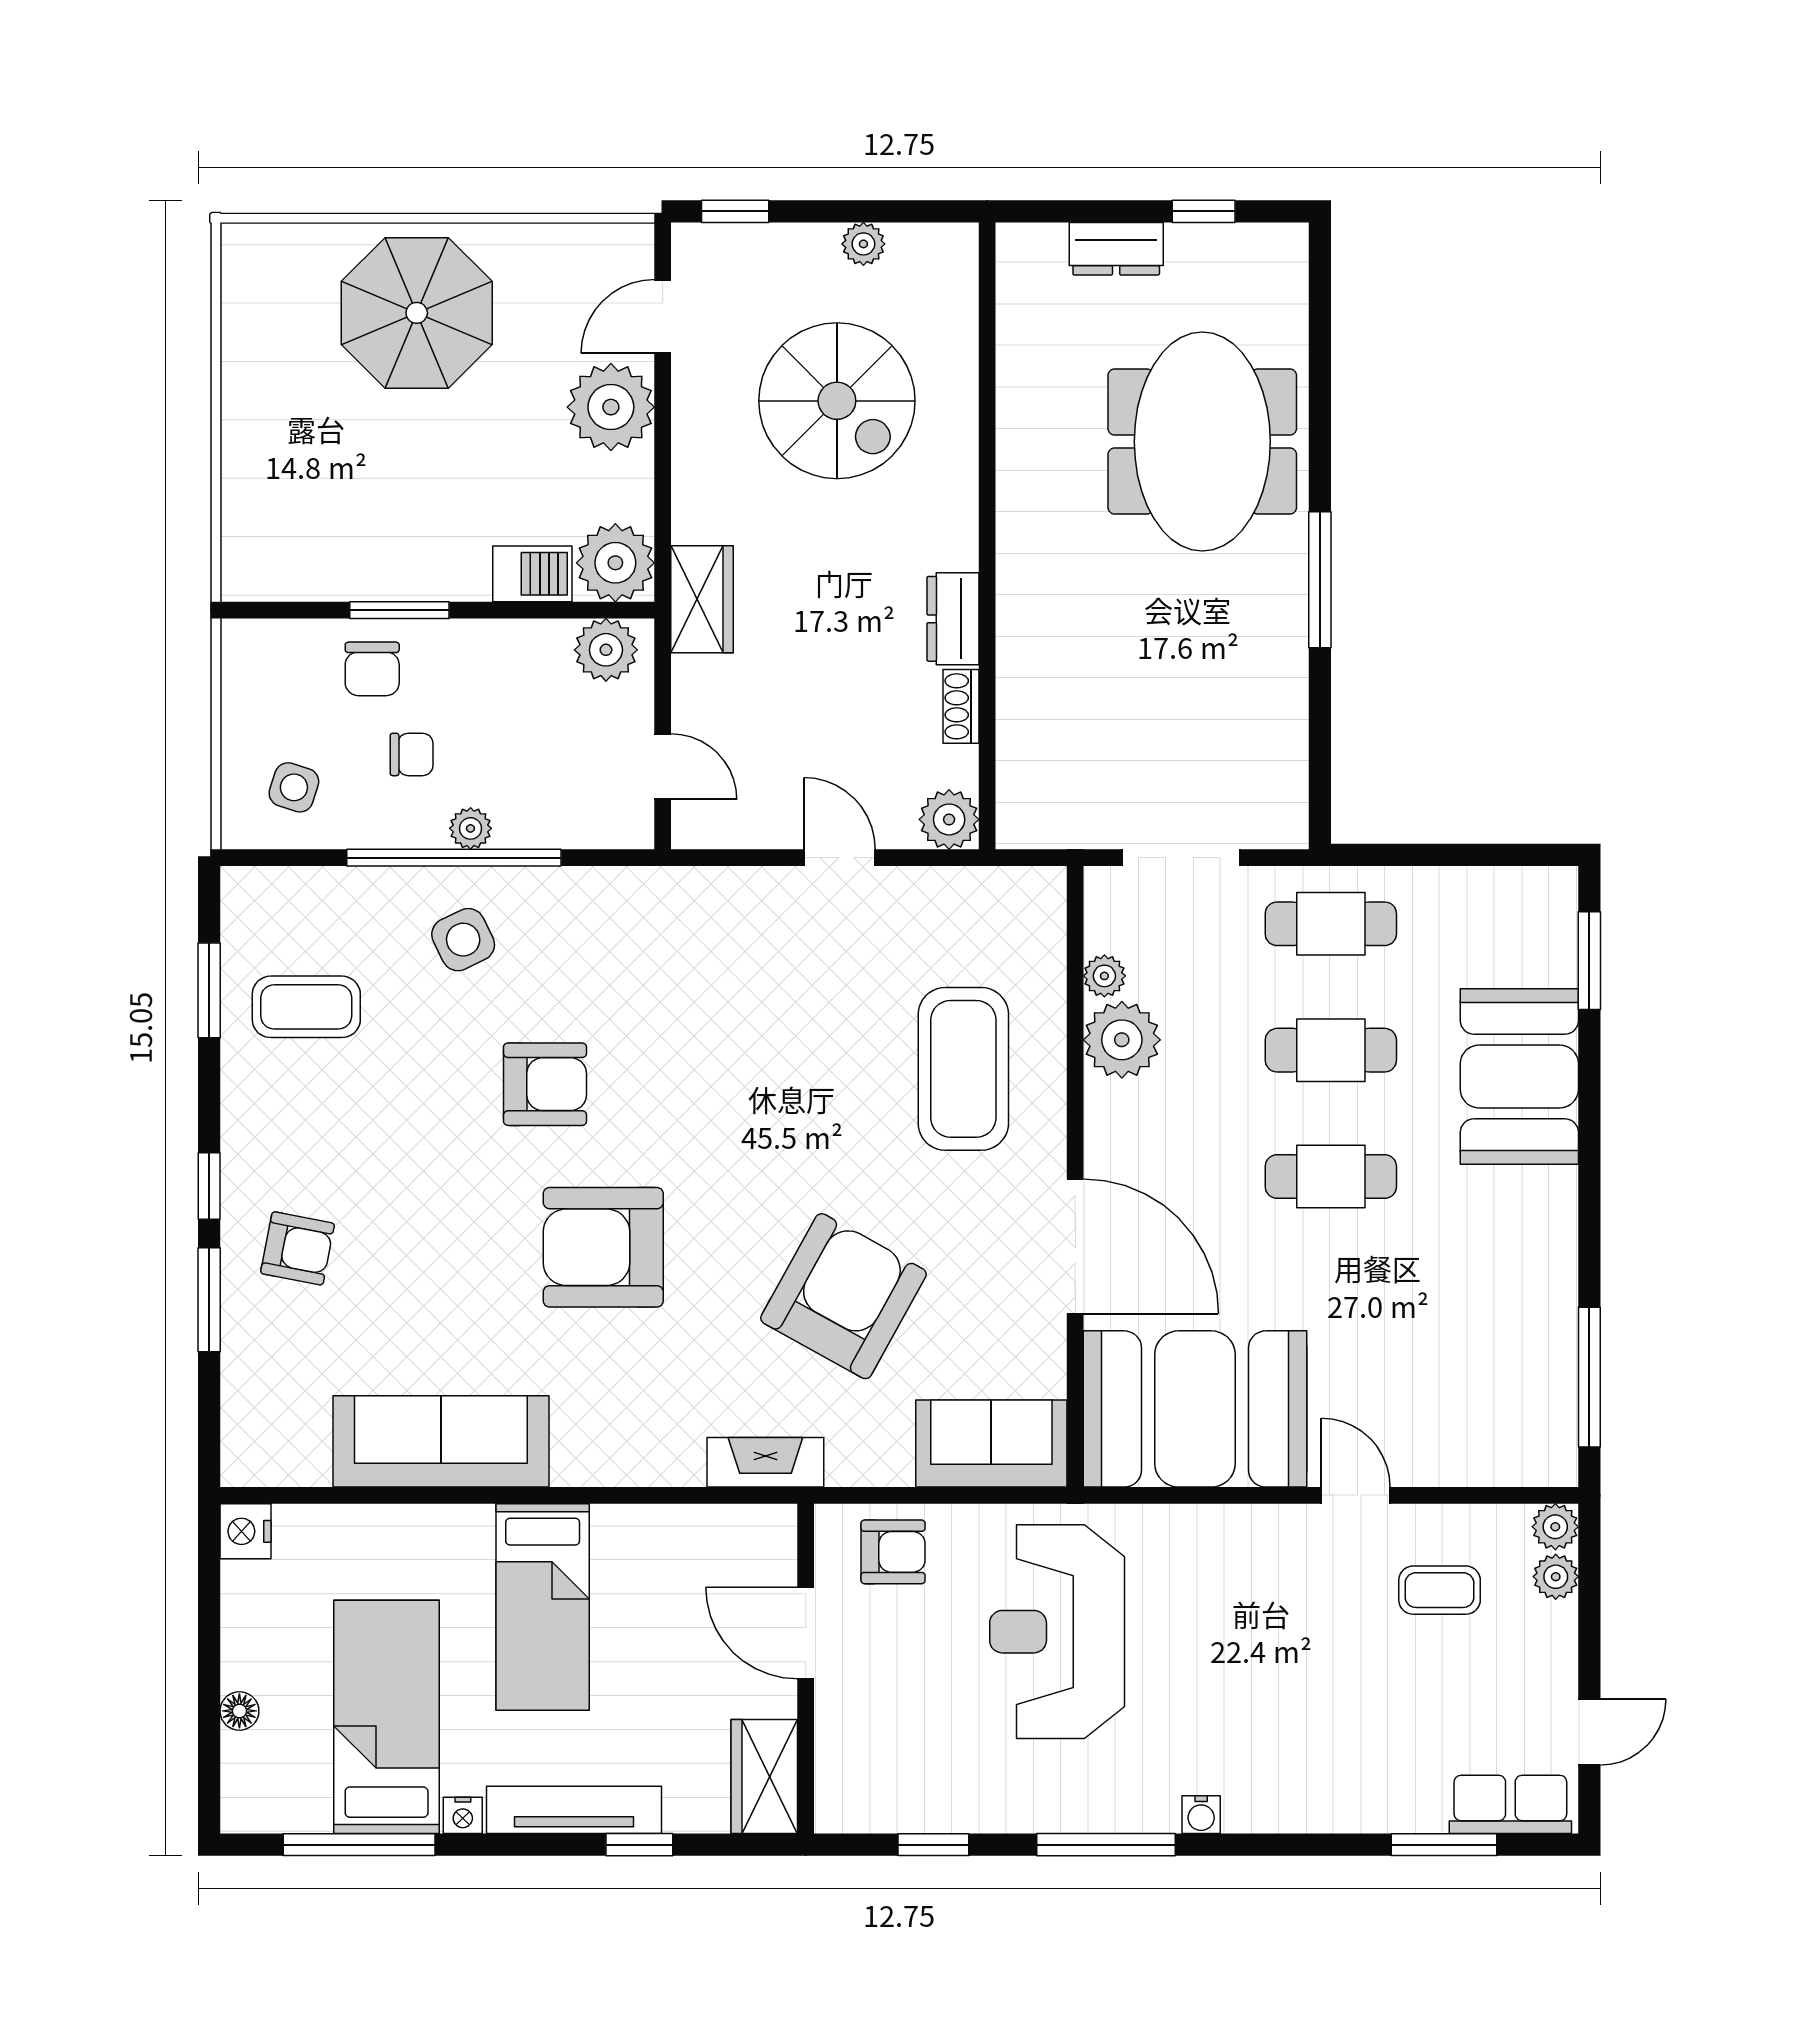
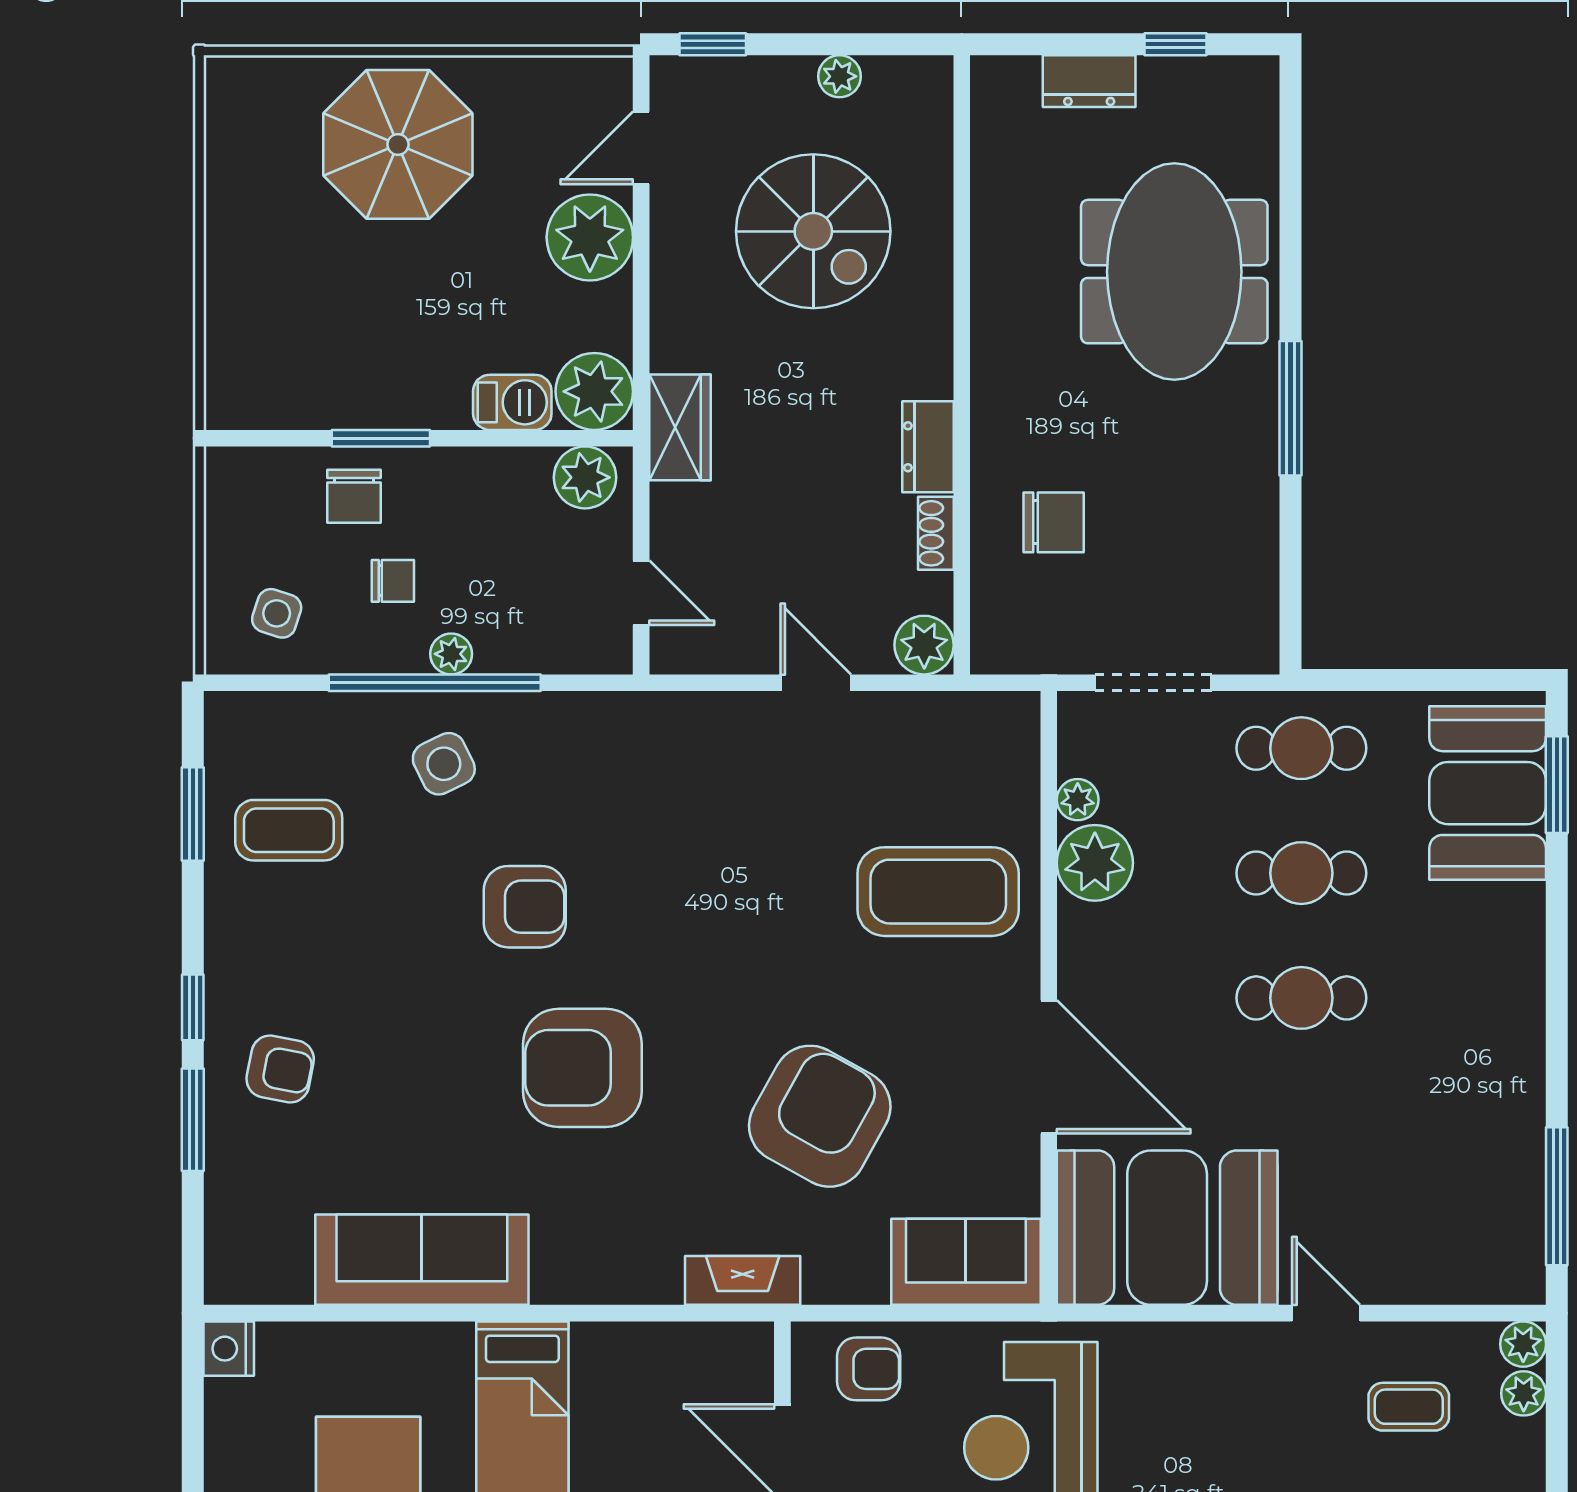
chair: (1080, 695) -> (1054, 522), added
coffee table: (963, 1069) -> (938, 892), turned 90
booth: (1519, 1077) -> (1488, 793), moved

